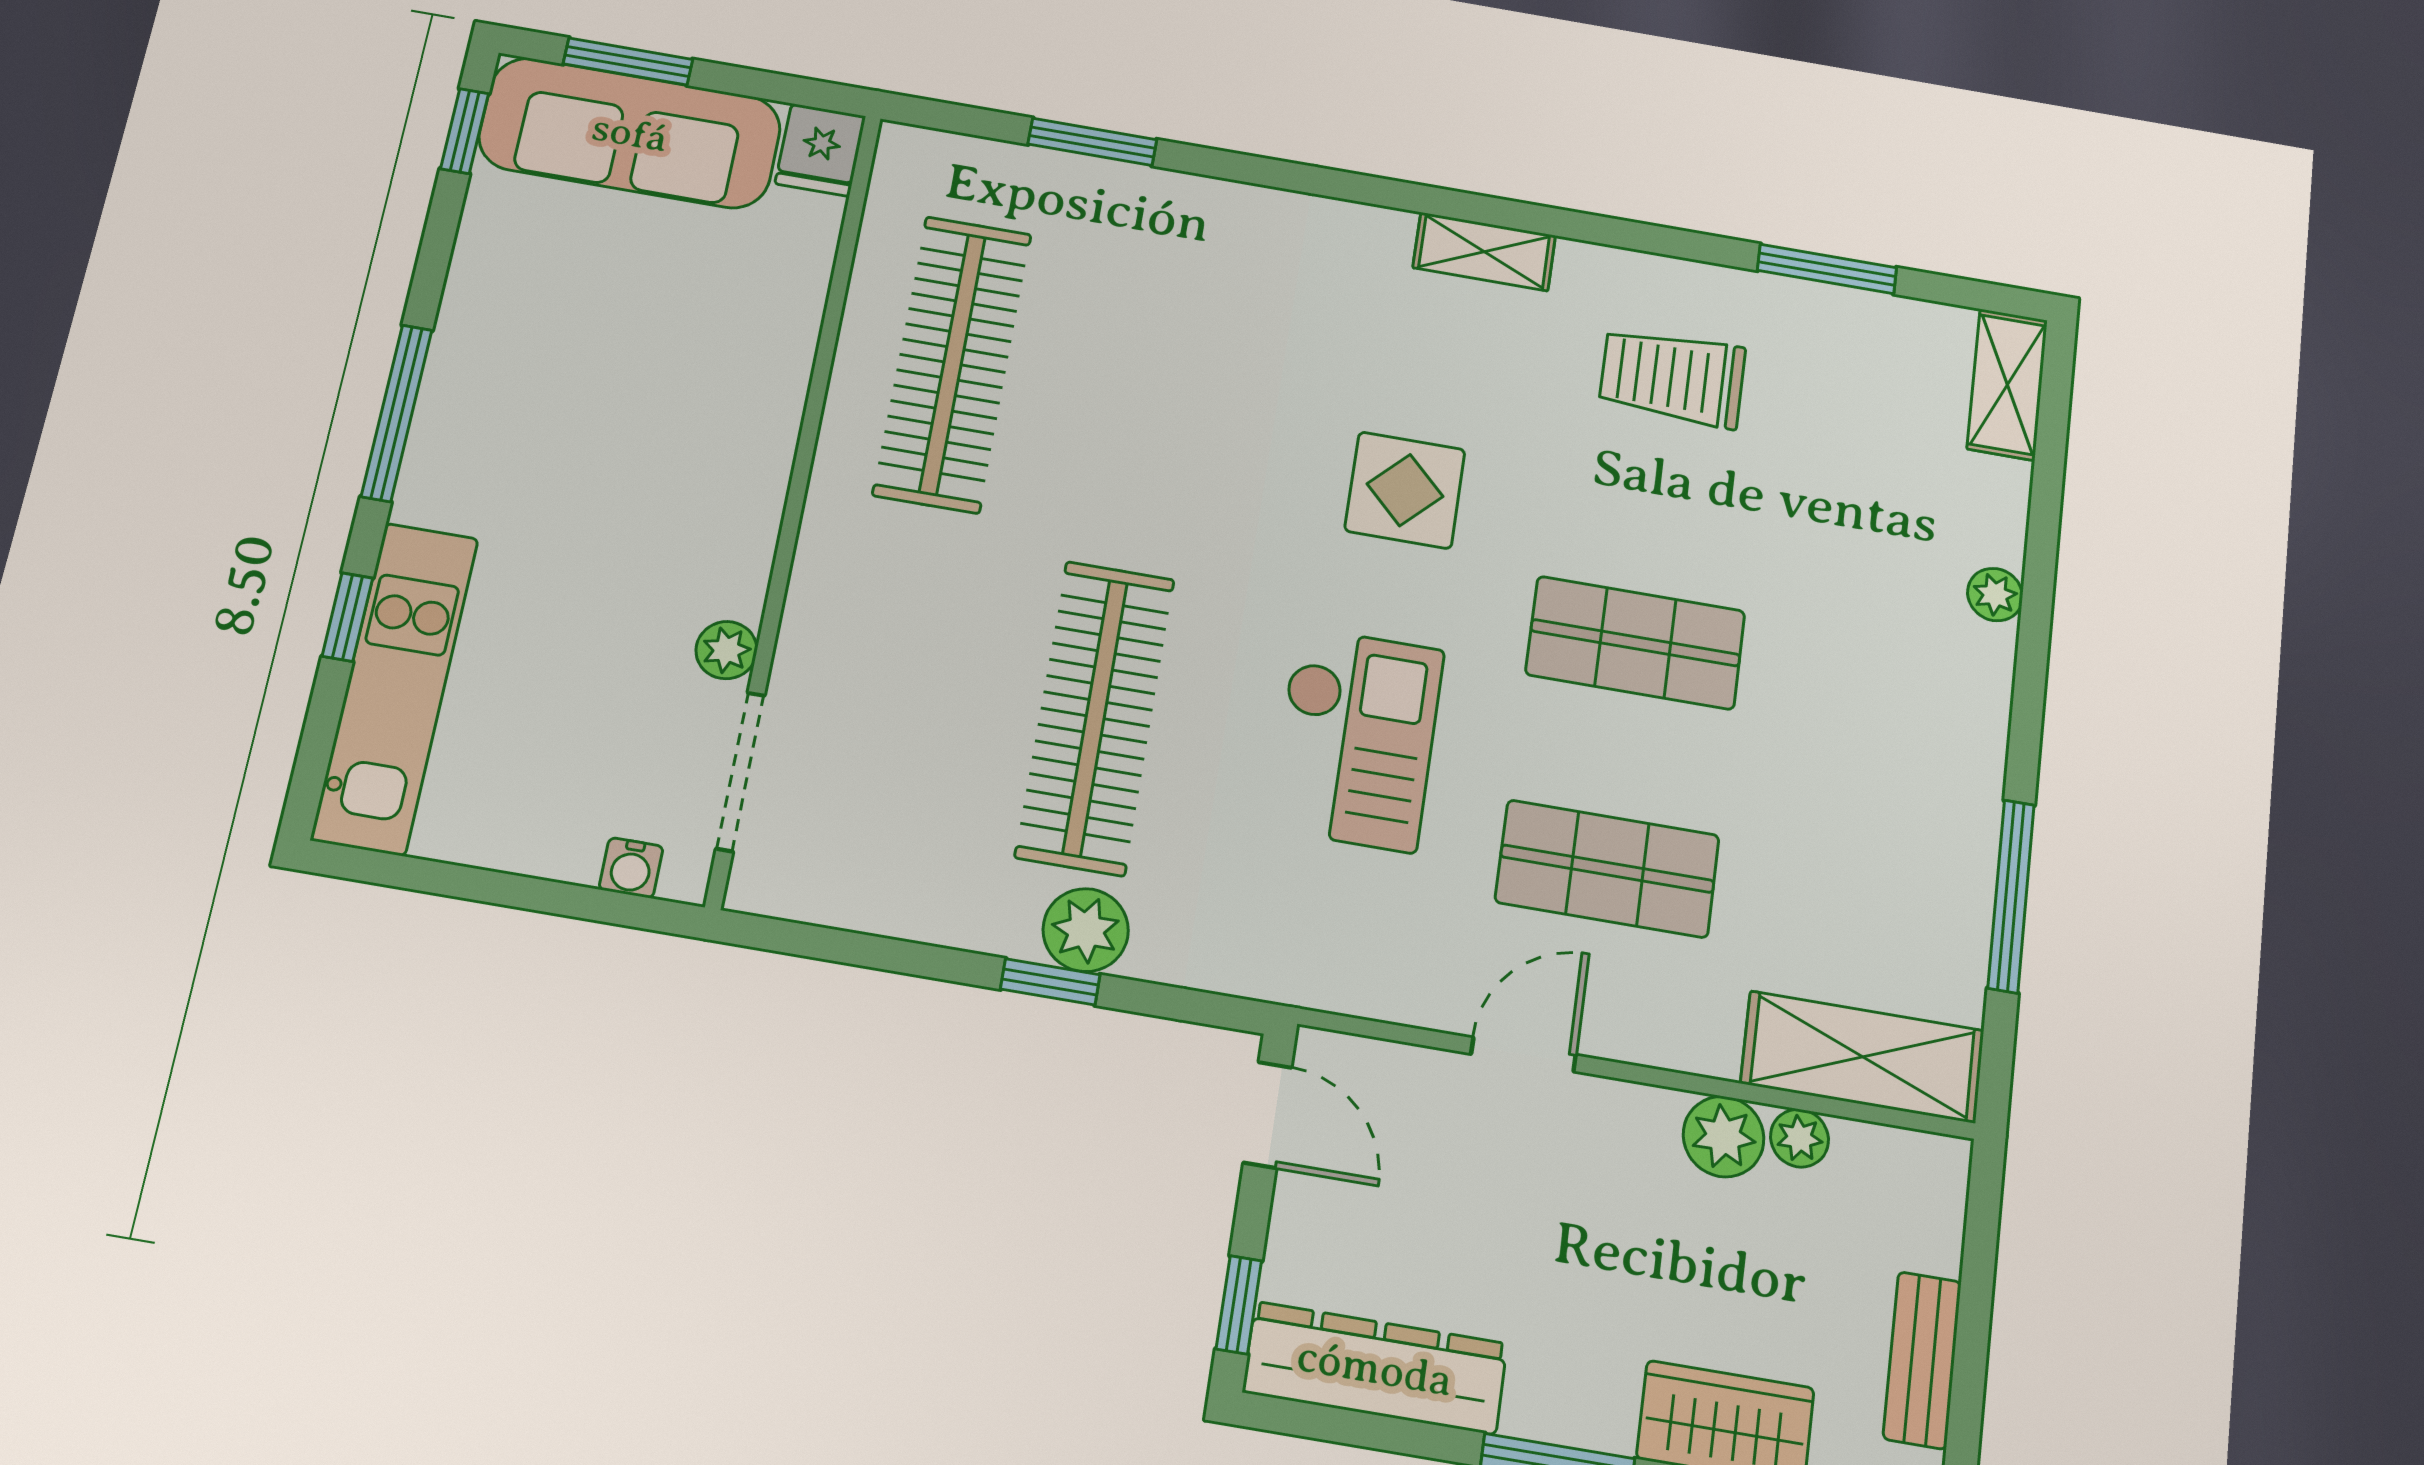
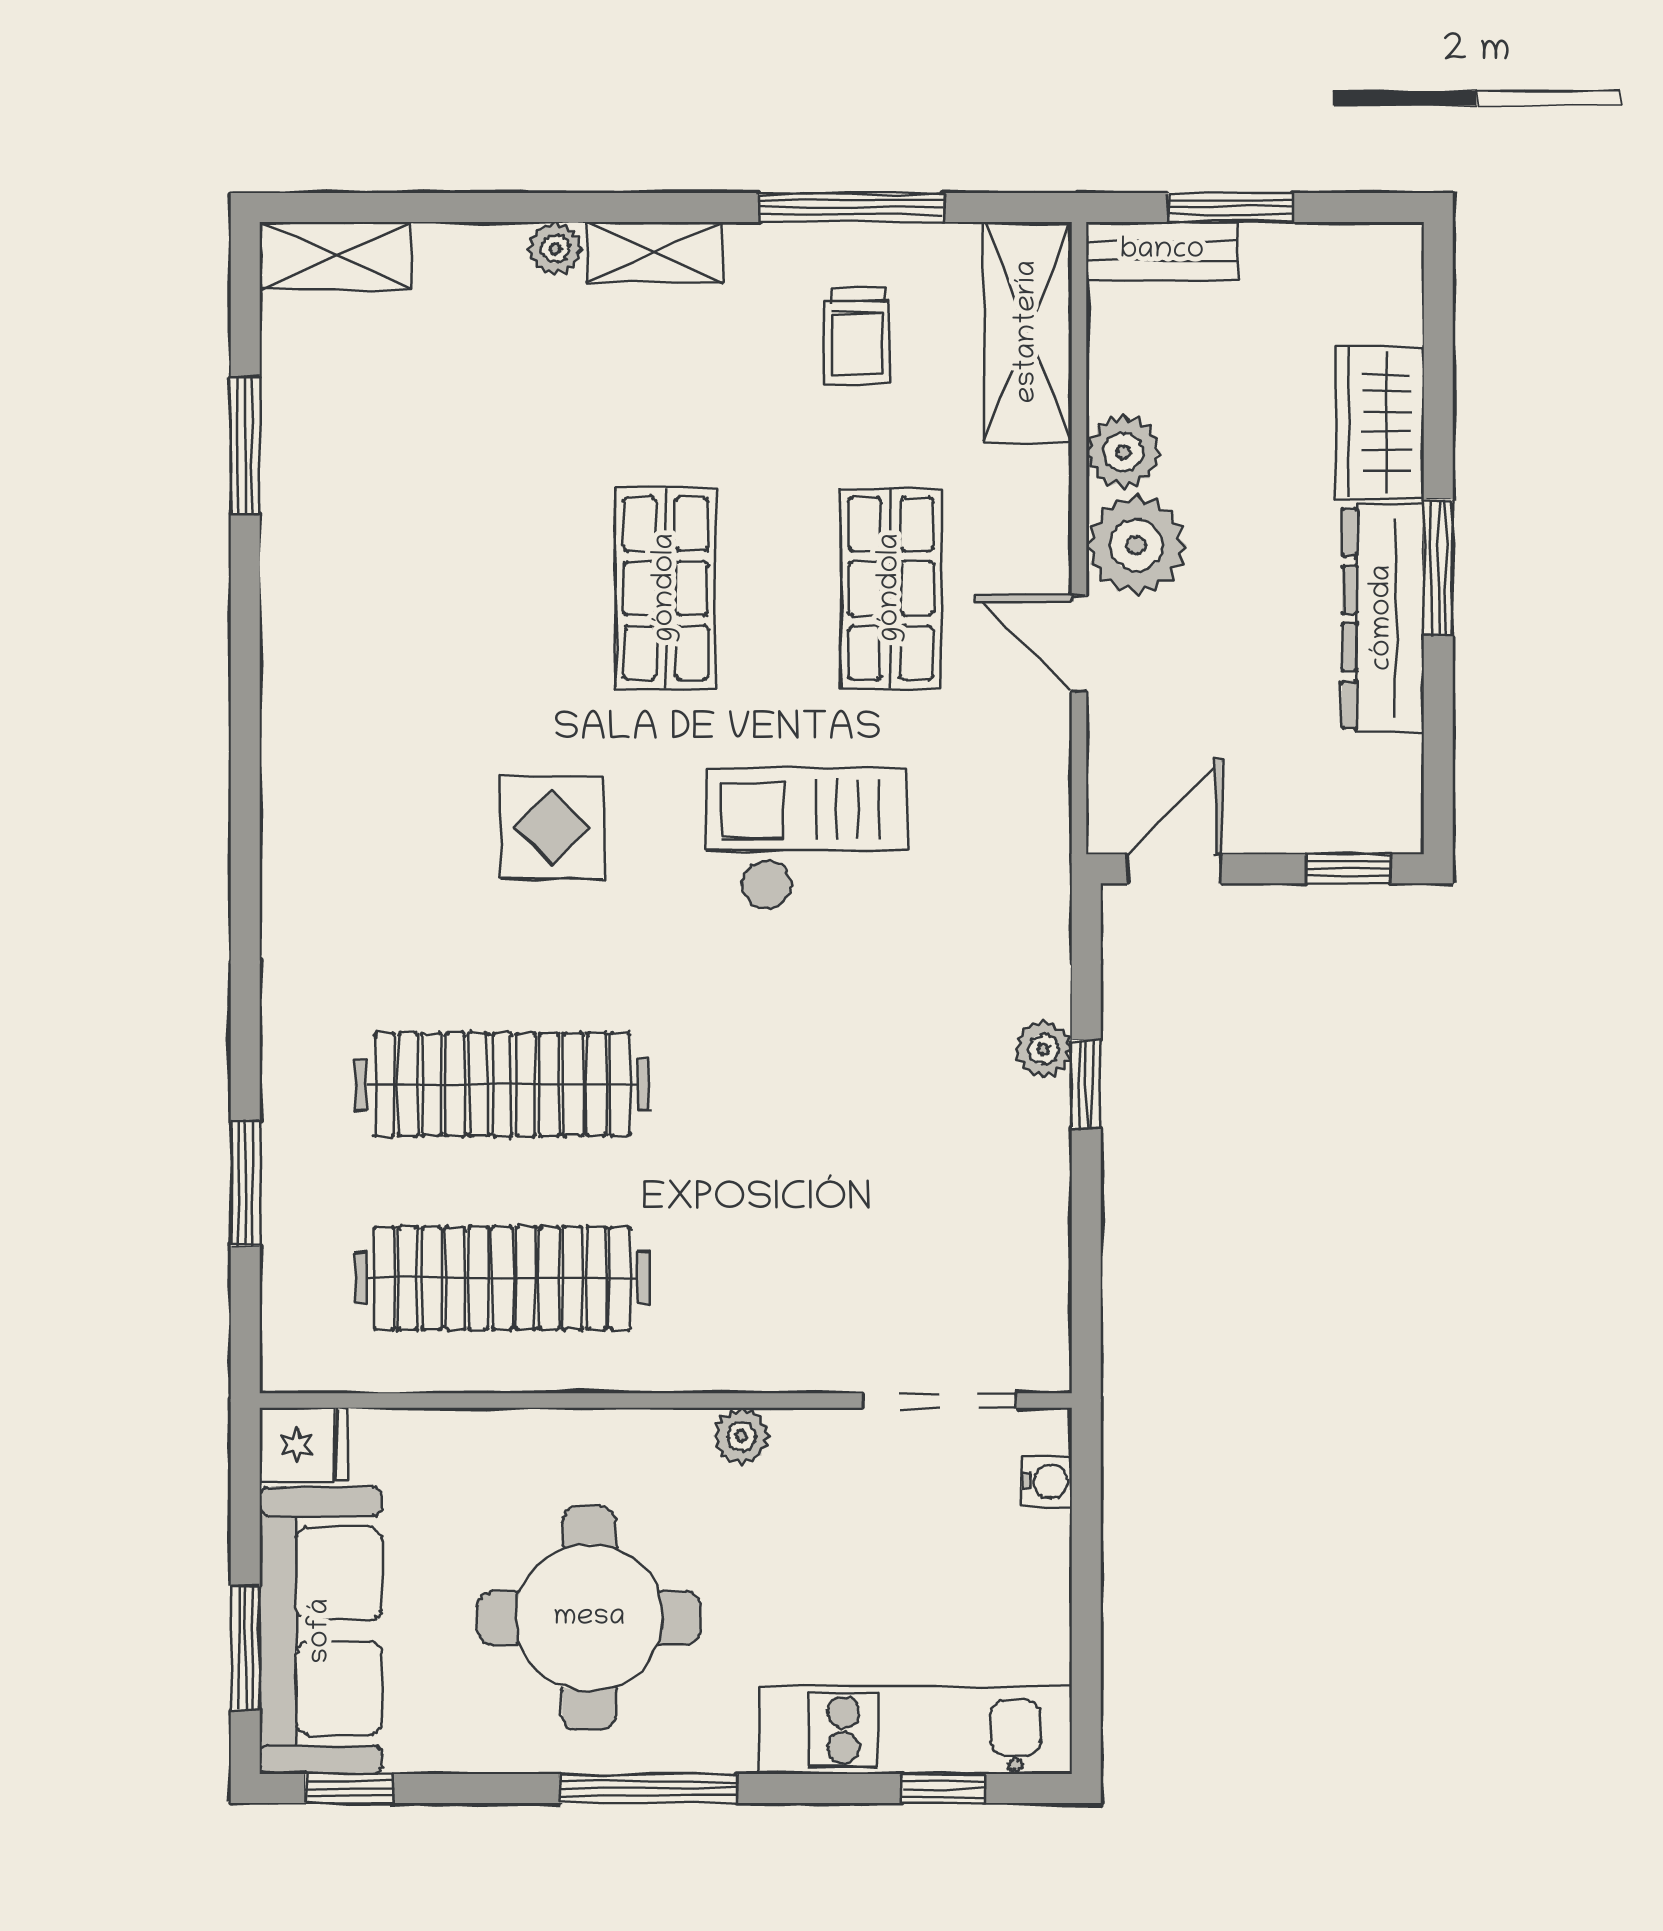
shelving: (1484, 252) -> (655, 252), moved, turned 90
trolley: (1672, 377) -> (857, 336), moved, width x0.73, depth x0.72
round table: (587, 386) -> (589, 1618), added
window: (347, 617) -> (943, 1789), moved
plant: (726, 650) -> (741, 1436), moved
clothes rail: (1095, 717) -> (502, 1084), moved
plant: (1086, 930) -> (1043, 1049), width x0.73, depth x0.73
plant: (1800, 1138) -> (1136, 545), moved, width x1.88, depth x1.88
window: (1976, 1297) -> (1231, 208), added
bench: (1922, 1360) -> (1162, 251), moved
dresser: (1375, 1368) -> (1383, 618), moved

